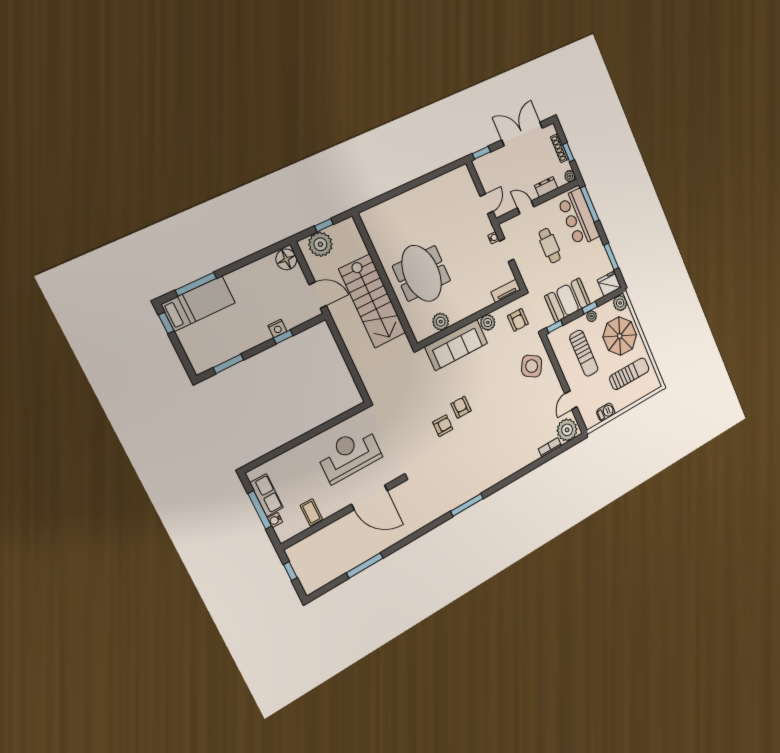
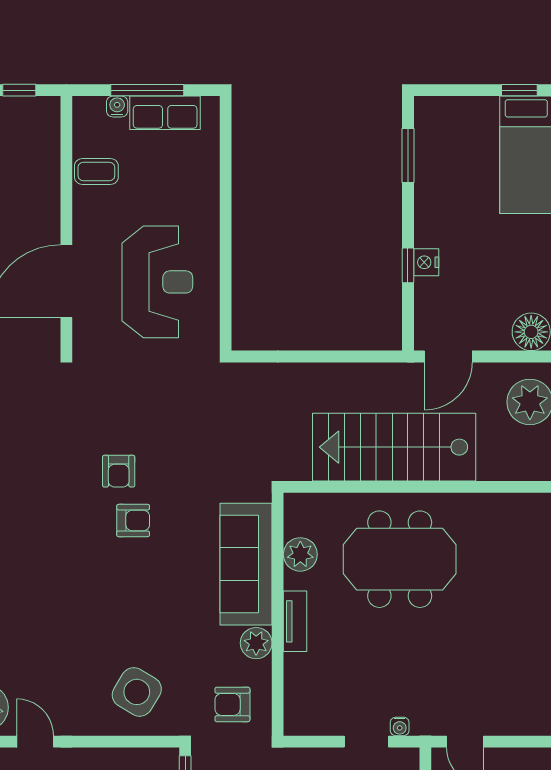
tv unit: (506, 291) -> (295, 621), moved

